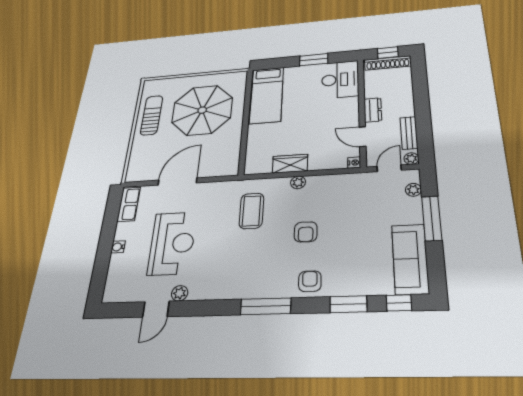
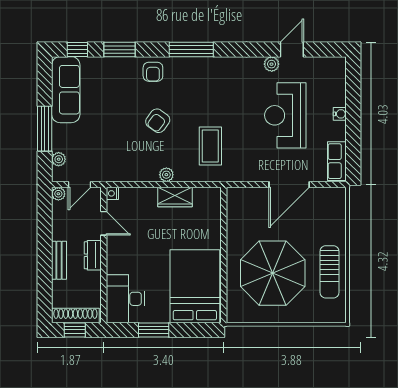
bed: (267, 95) -> (195, 286), width x1.50
bench: (409, 133) -> (59, 260), moved
armchair: (306, 232) -> (158, 121), turned -143

